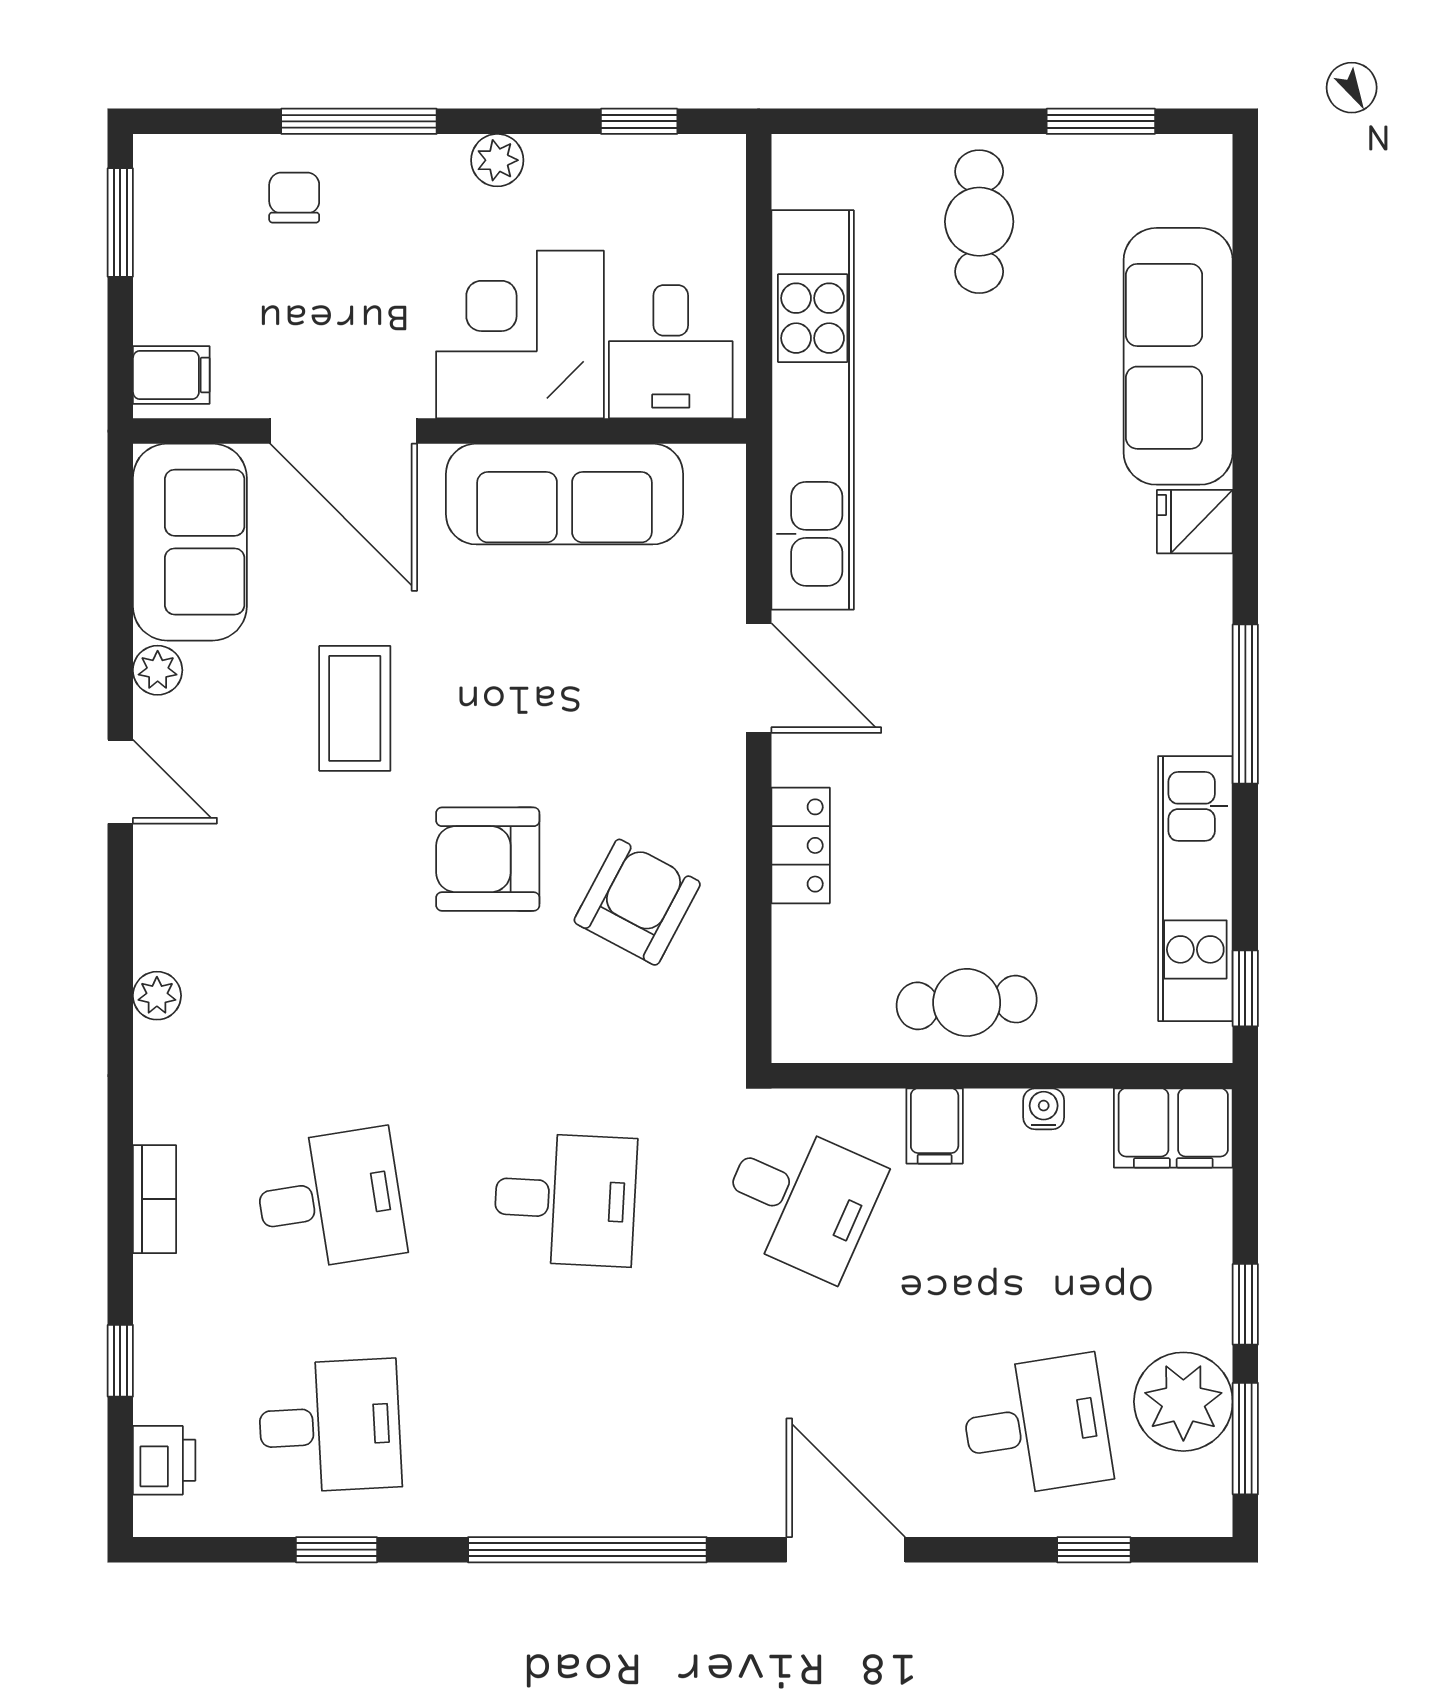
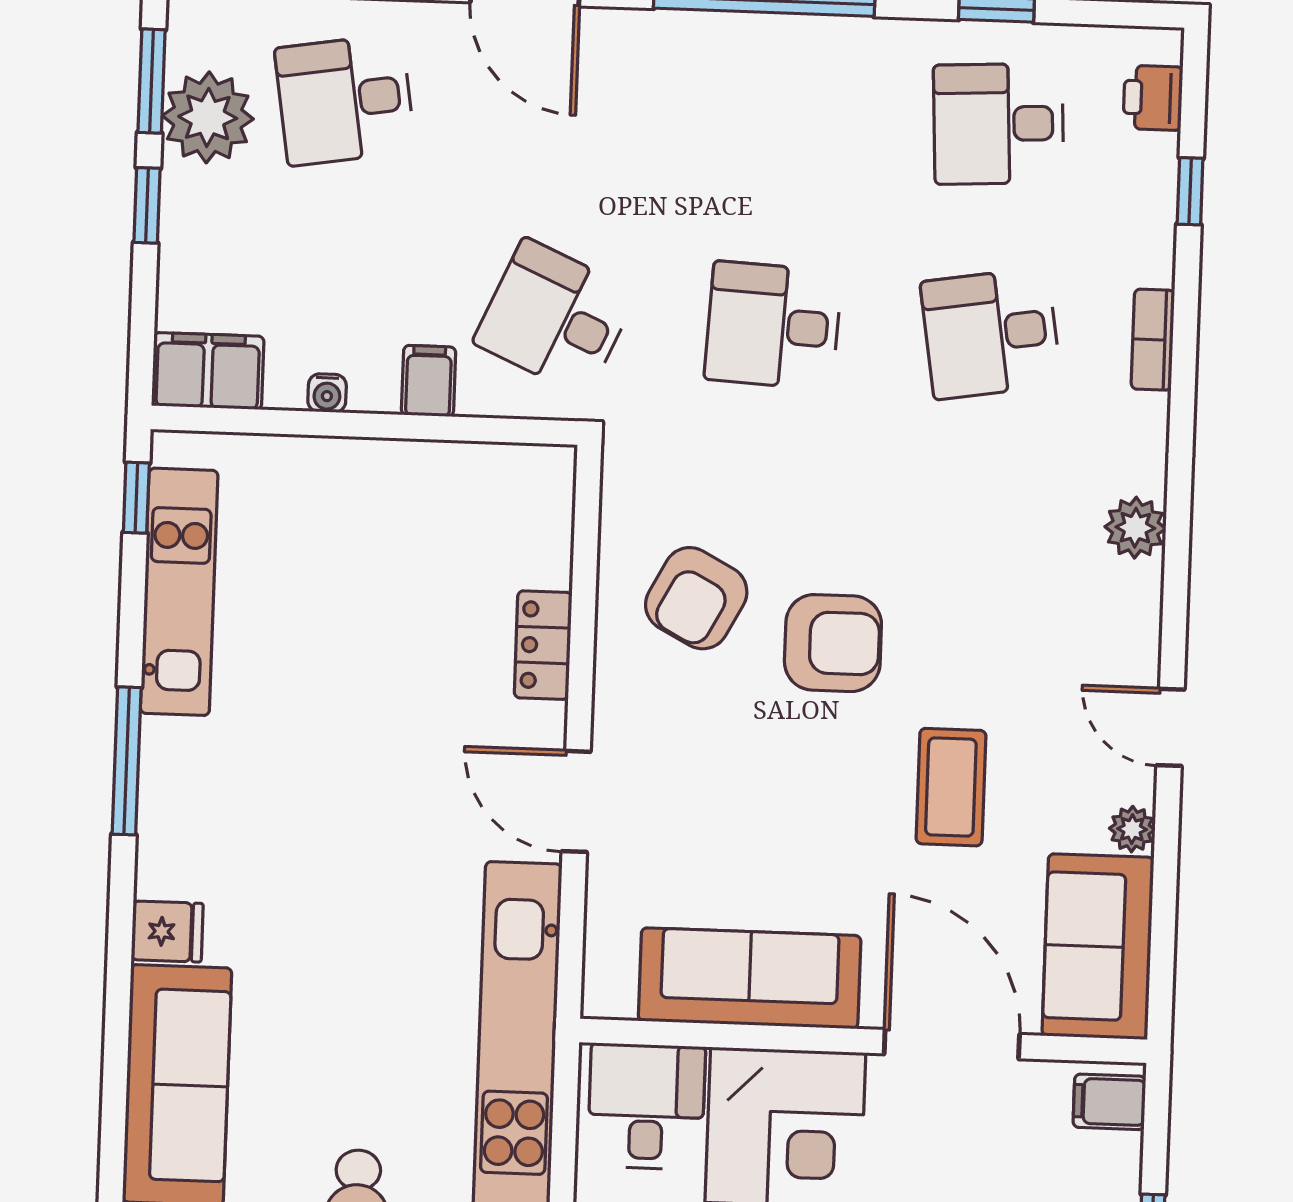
plant: (157, 996) -> (1135, 528), width x1.38, depth x1.38
cafe table: (967, 1002) -> (395, 494), removed

